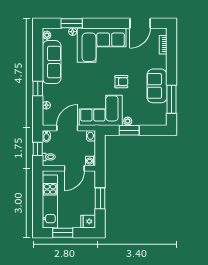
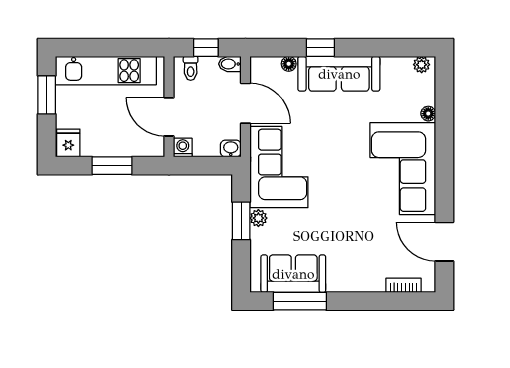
window: (72, 23) -> (444, 112), removed
sofa: (52, 62) -> (339, 74), moved
armchair: (121, 82) -> (333, 206), removed
sofa: (157, 86) -> (293, 274), moved

